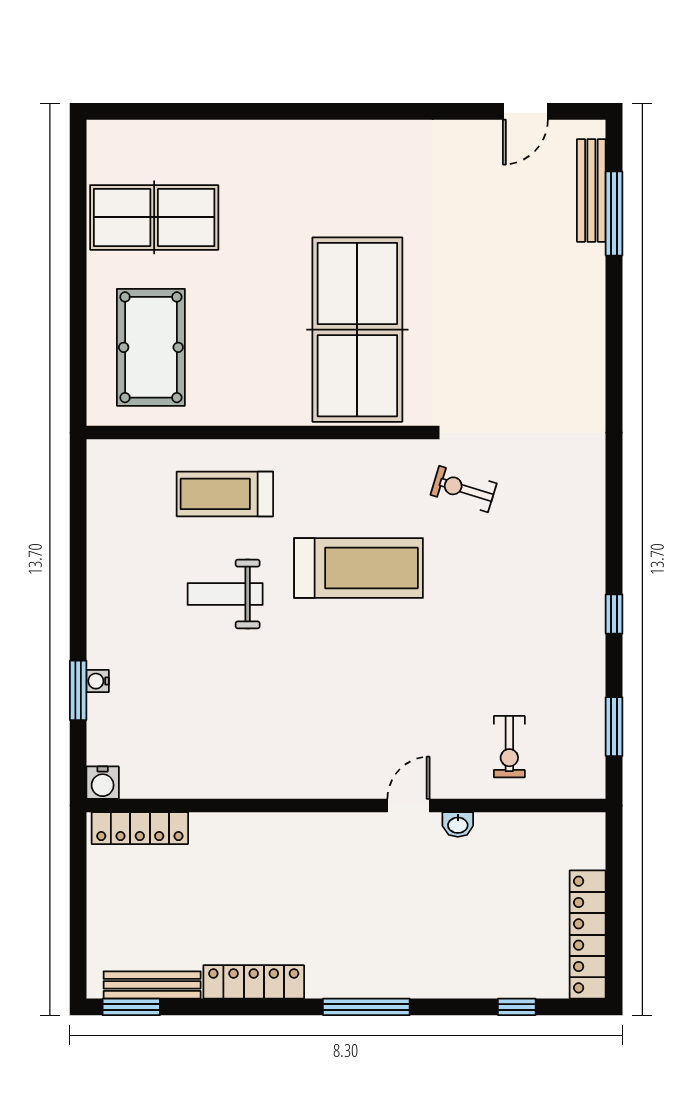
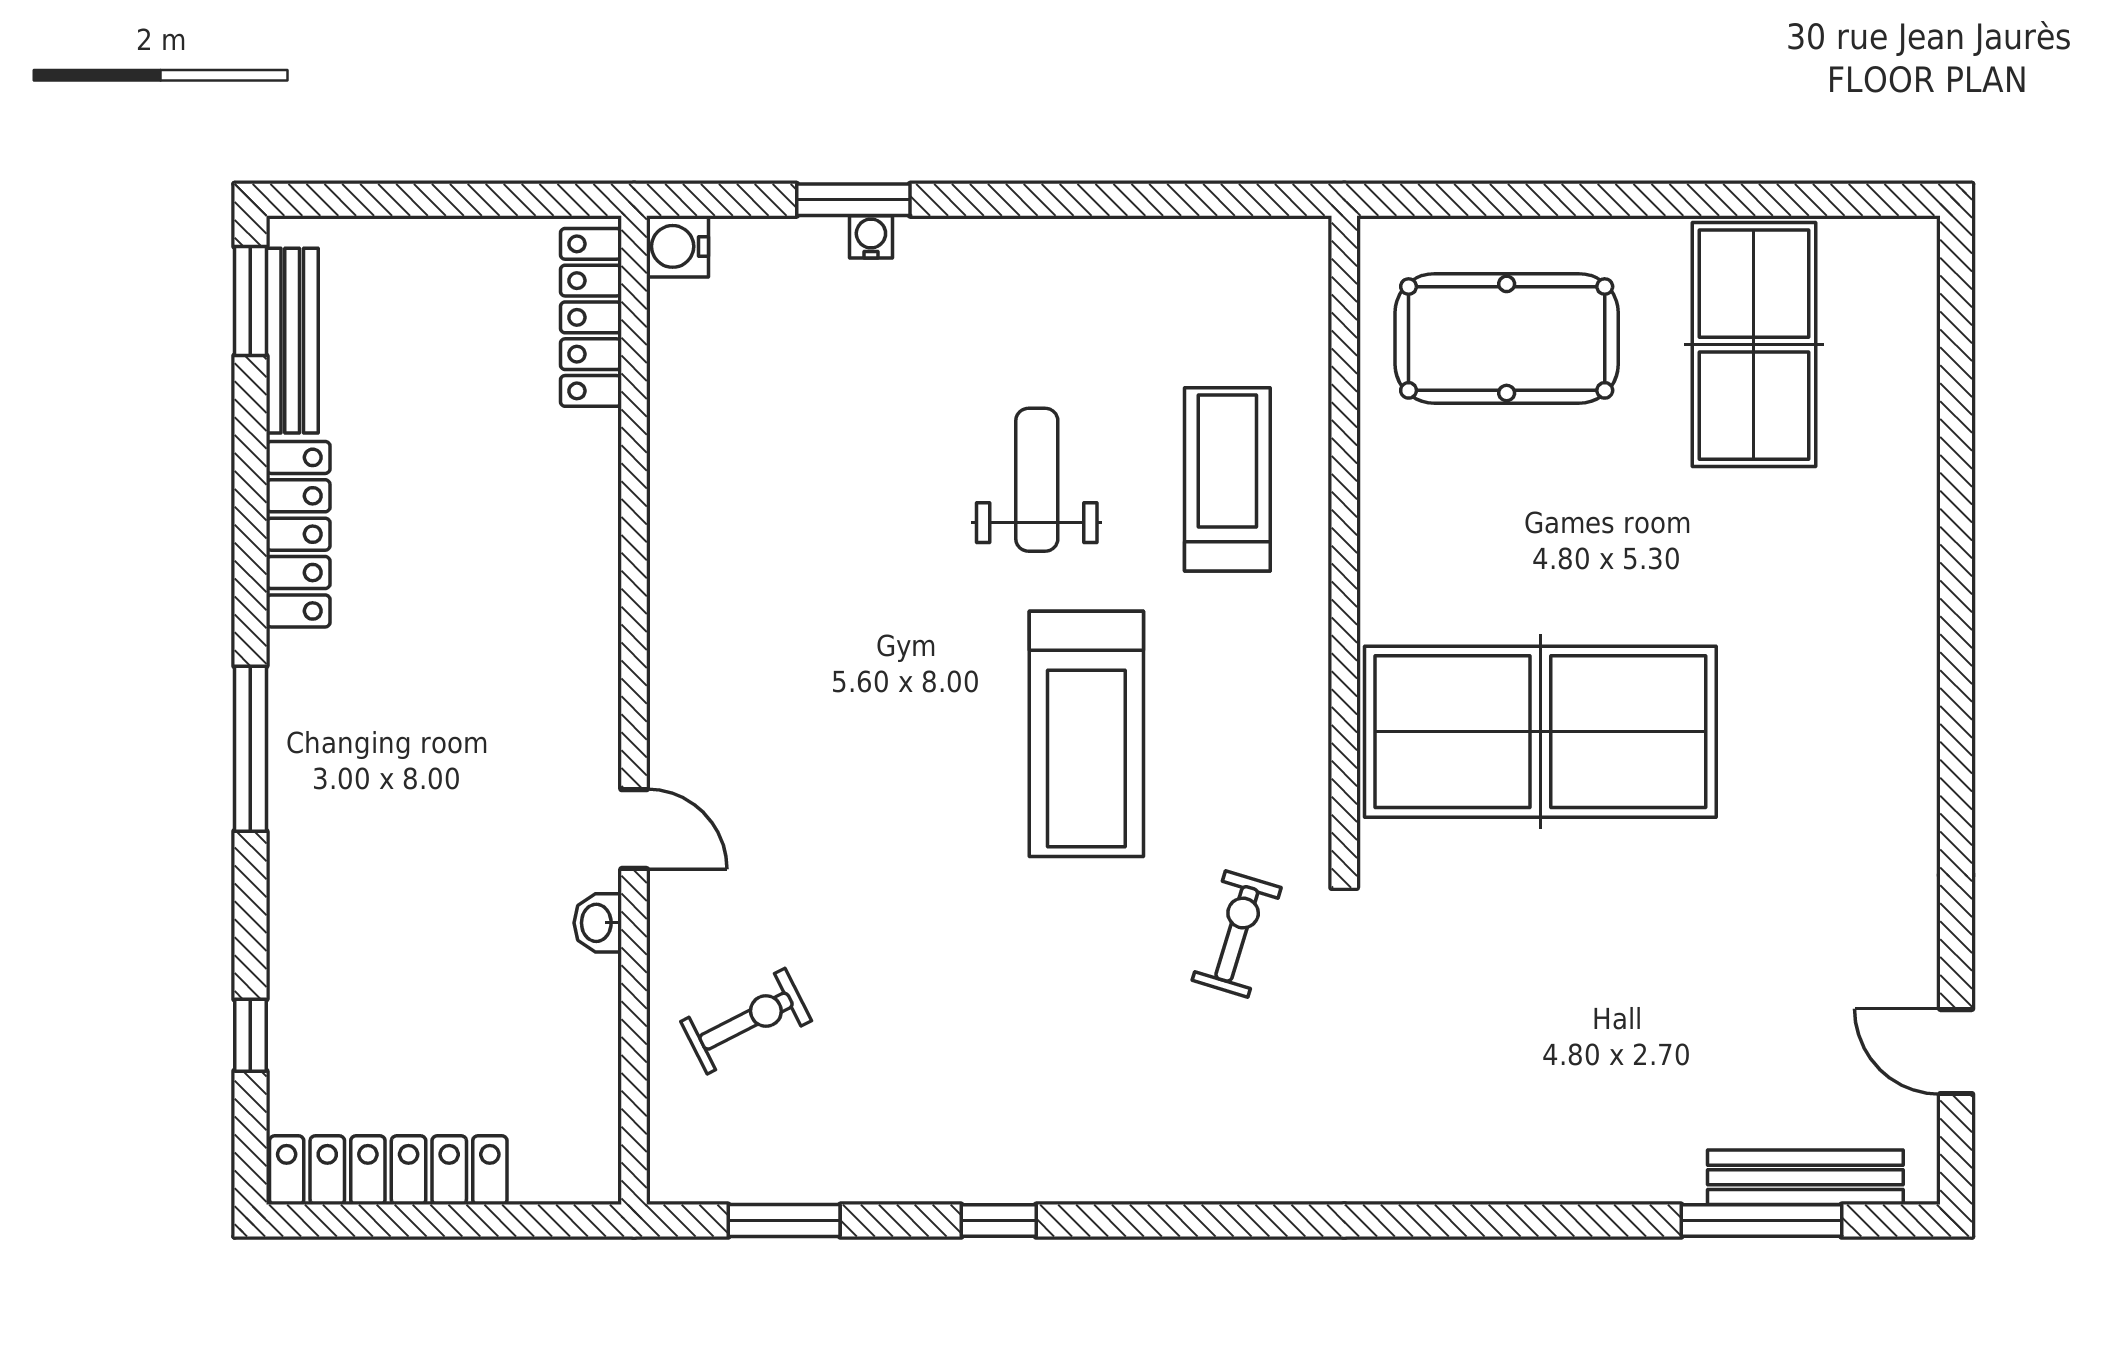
exercise bike: (509, 747) -> (746, 1021), turned 153

